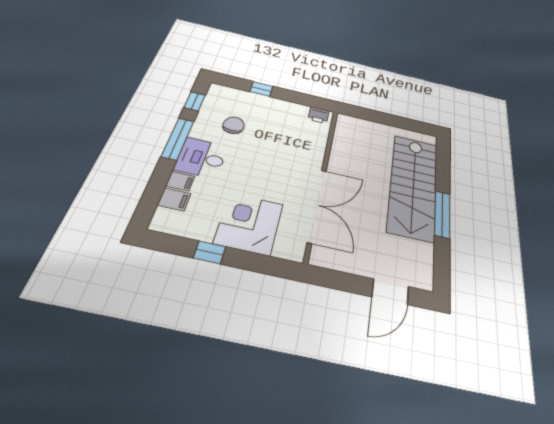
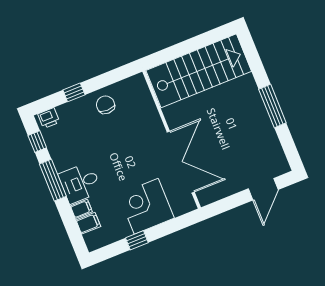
printer: (318, 115) -> (49, 118), moved
chair: (234, 125) -> (105, 105), moved
stairs: (413, 186) -> (199, 71), moved, turned -90

